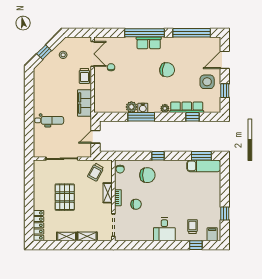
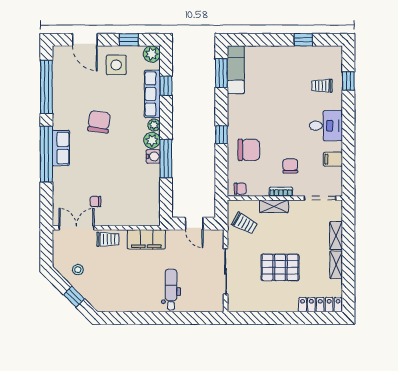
plant: (131, 107) -> (152, 140), moved
plant: (215, 107) -> (152, 54), added
chair: (147, 175) -> (249, 150), turned 90
filing cabinet: (212, 234) -> (333, 159), moved

